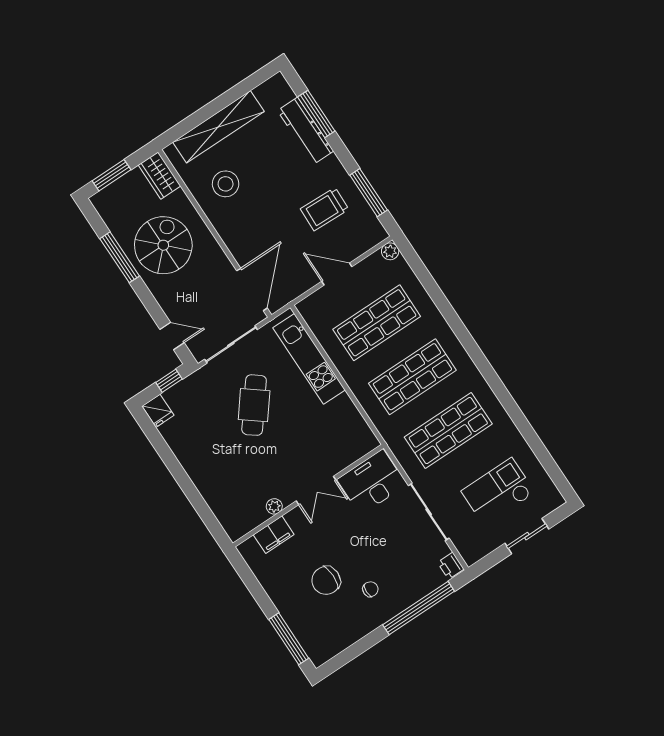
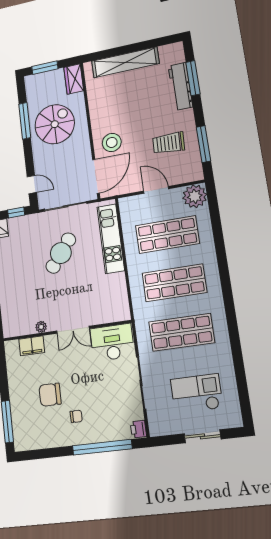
stool: (226, 184) -> (112, 142), moved
plant: (390, 251) -> (195, 196), width x1.88, depth x1.88

